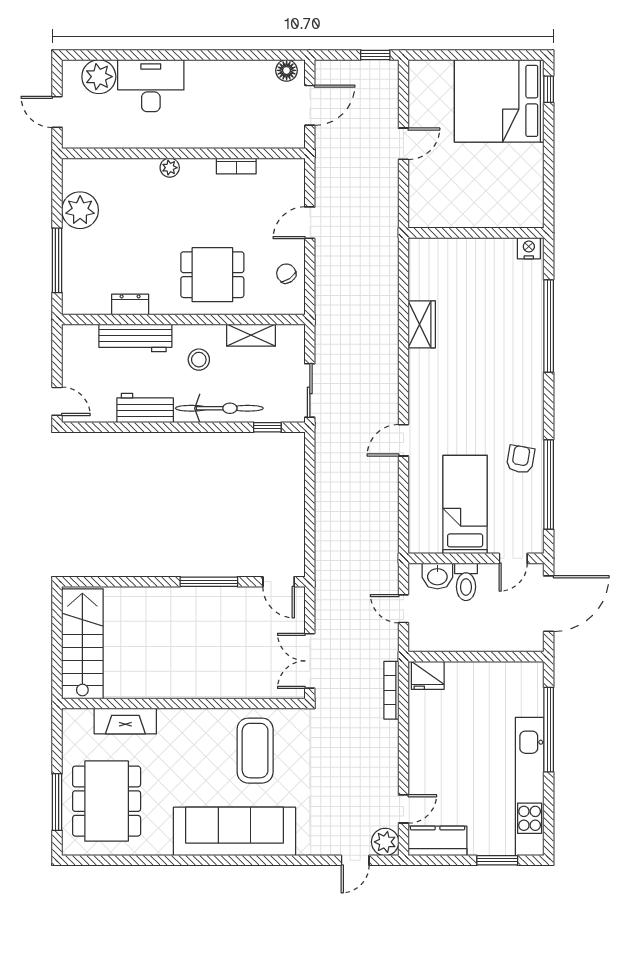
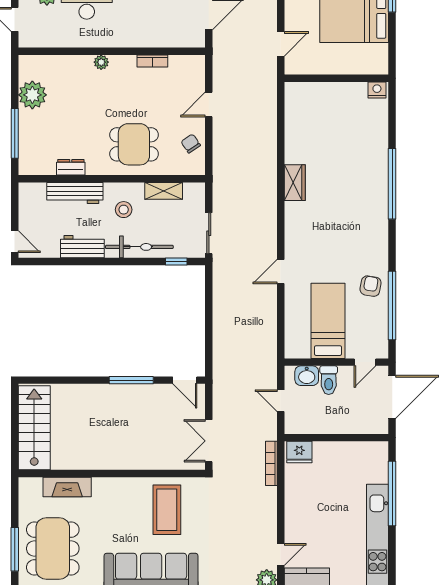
wall: (476, 233) -> (336, 78), moved
nightstand: (529, 248) -> (377, 90), moved

